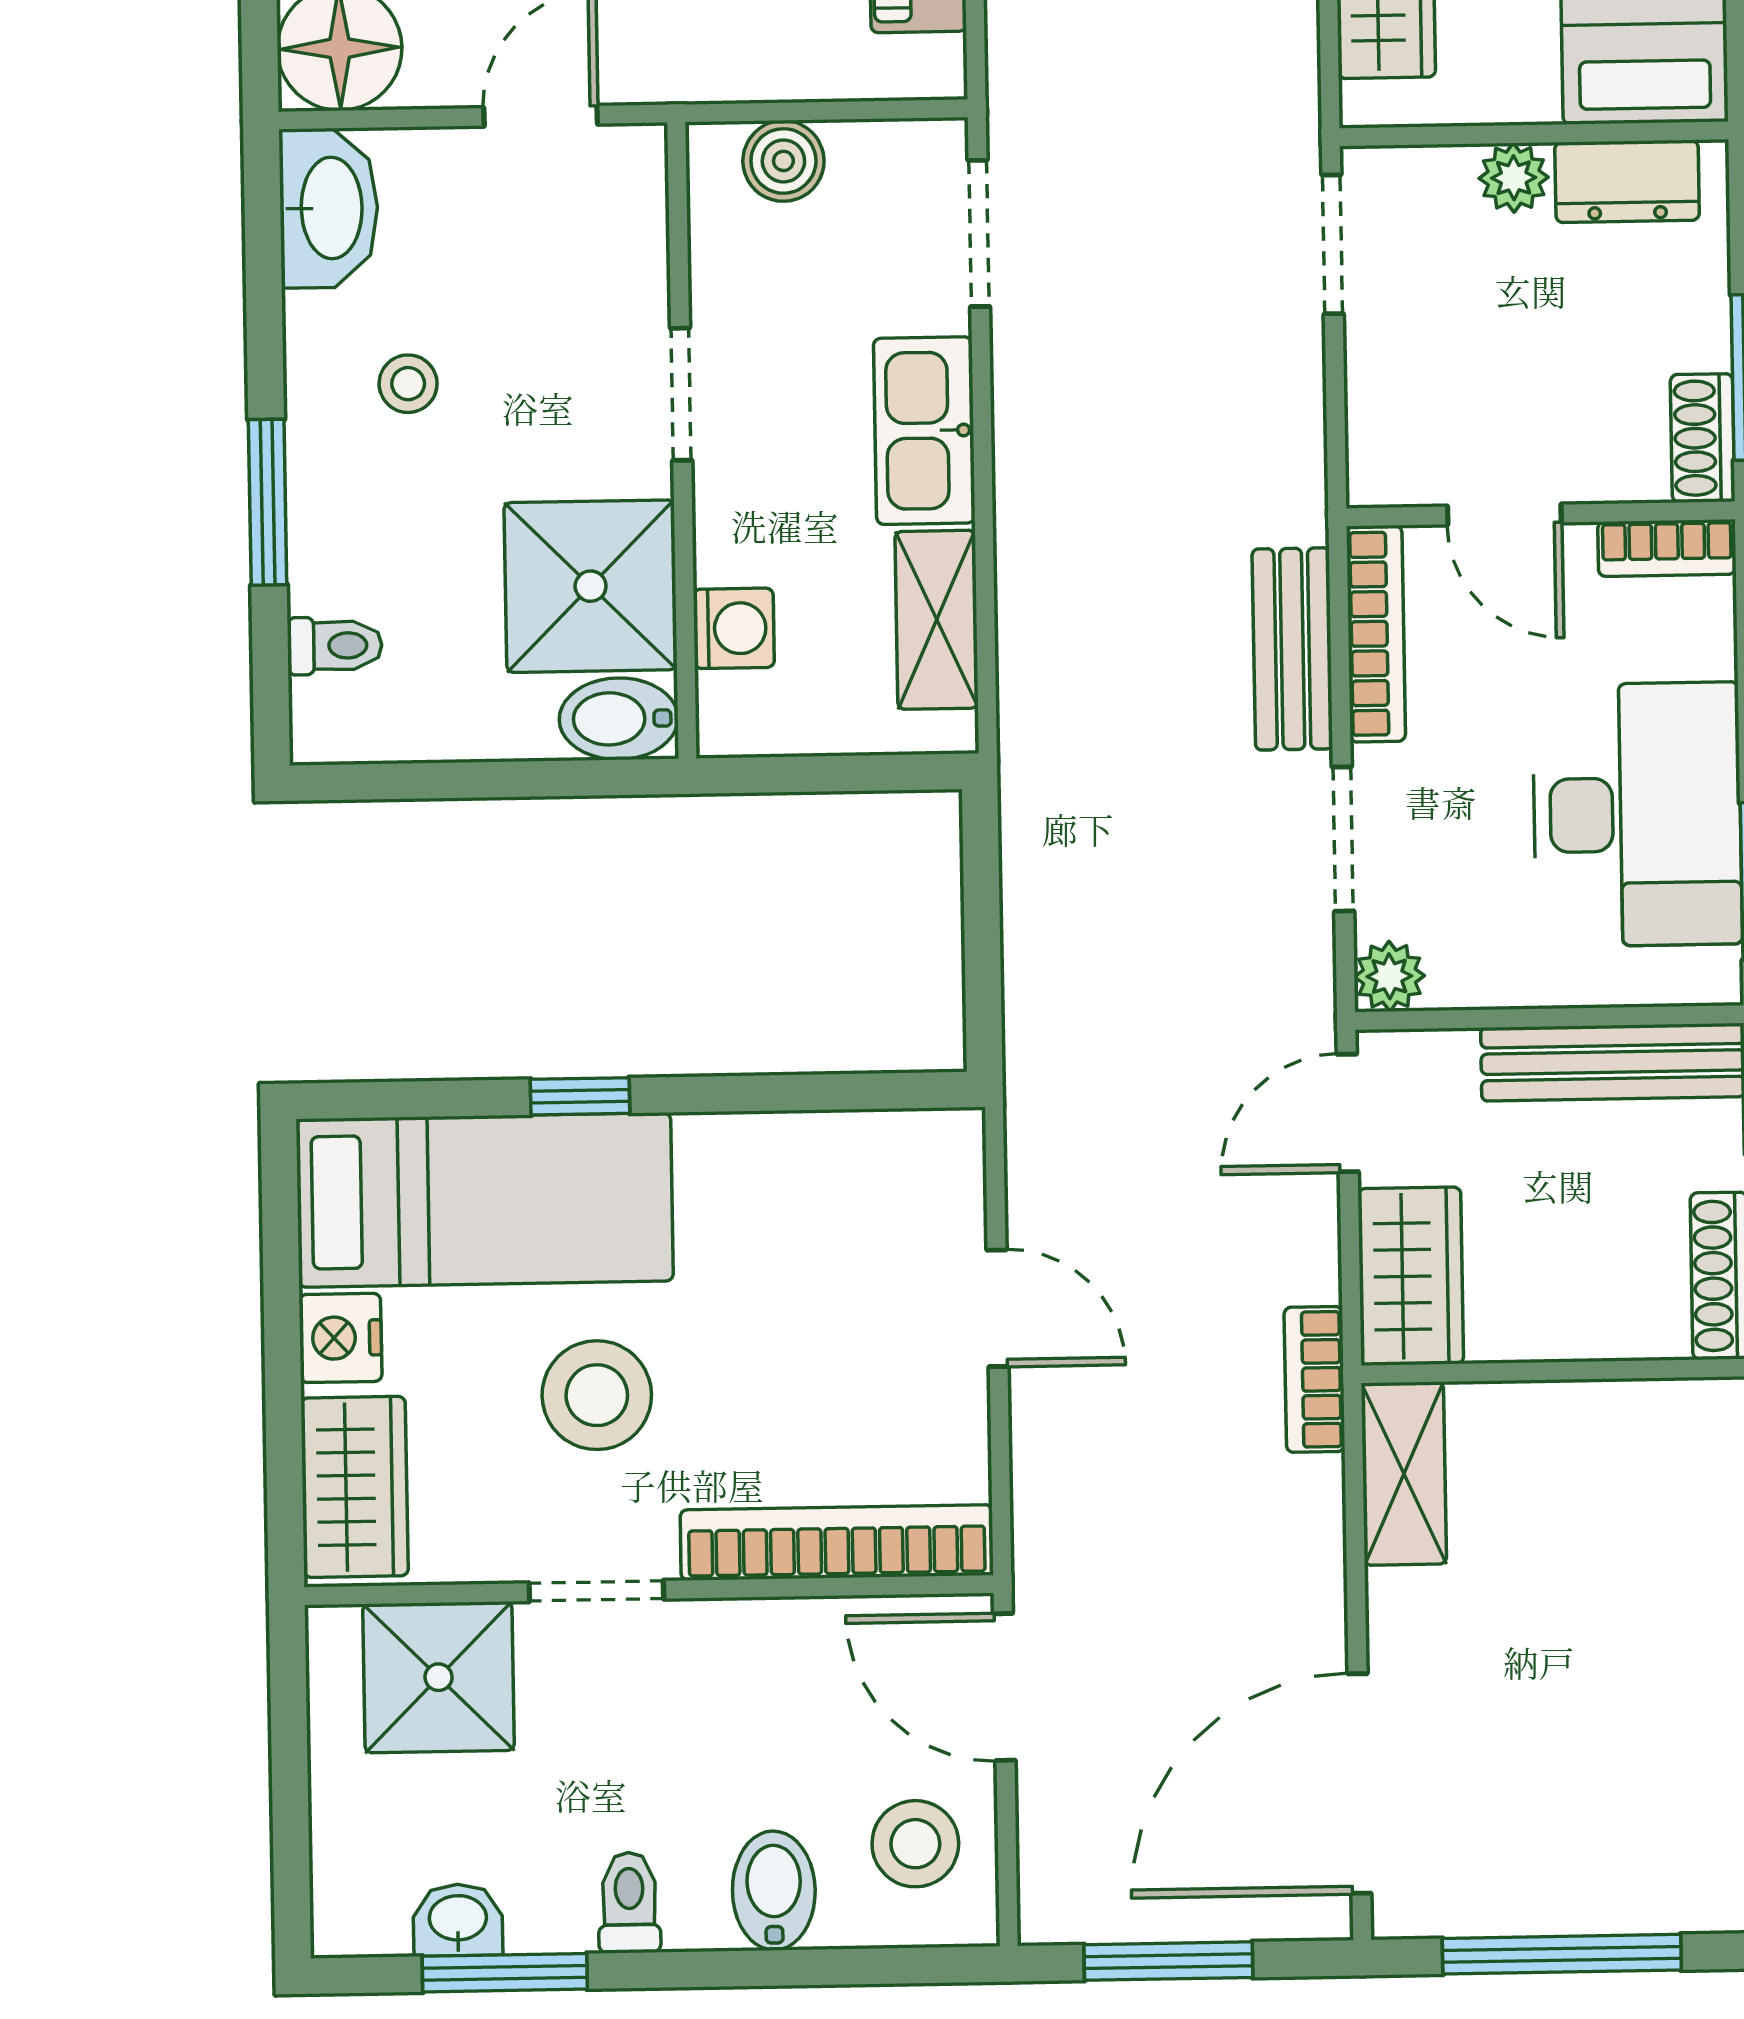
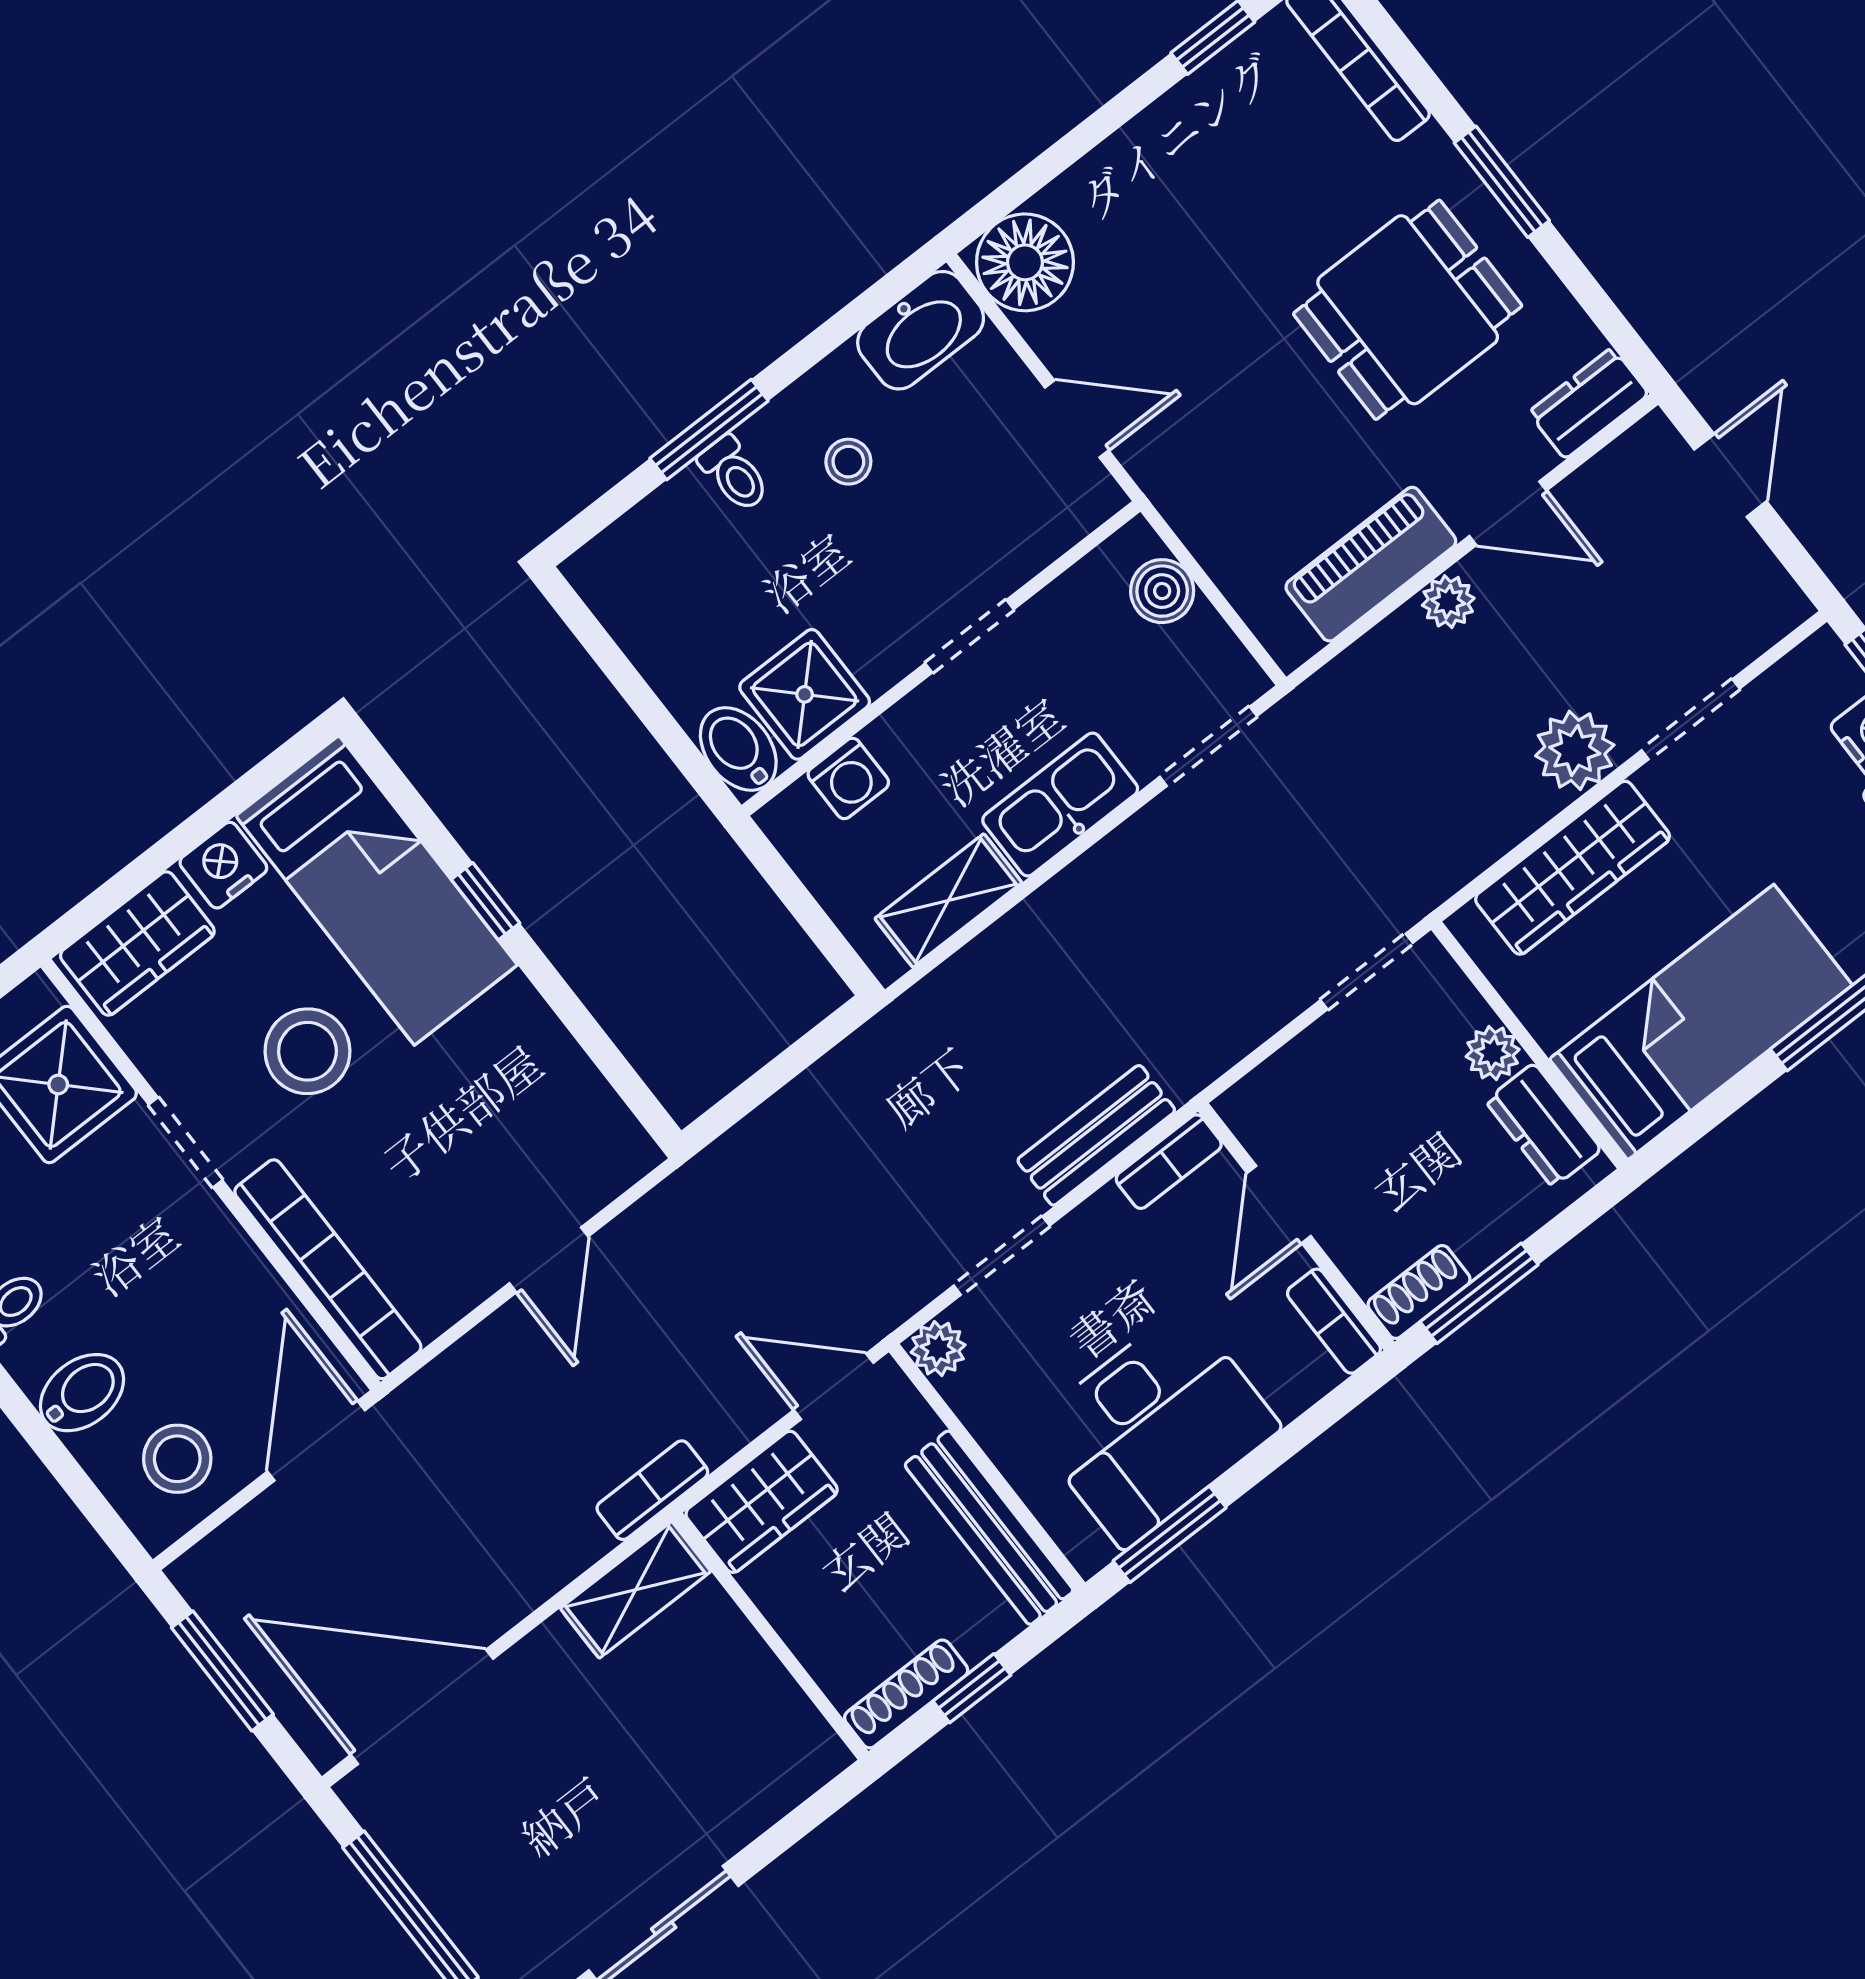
shower: (591, 586) -> (805, 694), width x0.73, depth x0.73
bookcase: (1376, 634) -> (1169, 1162), width x0.64
toilet: (335, 646) -> (734, 474), moved

